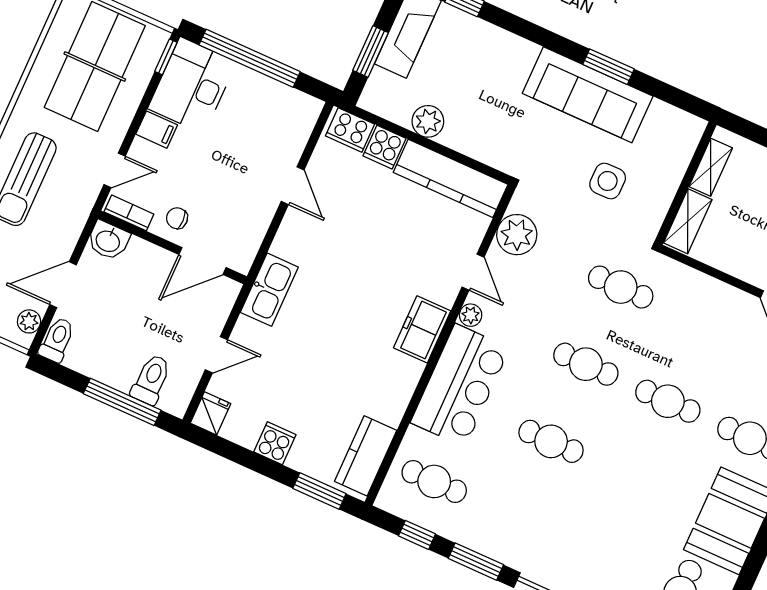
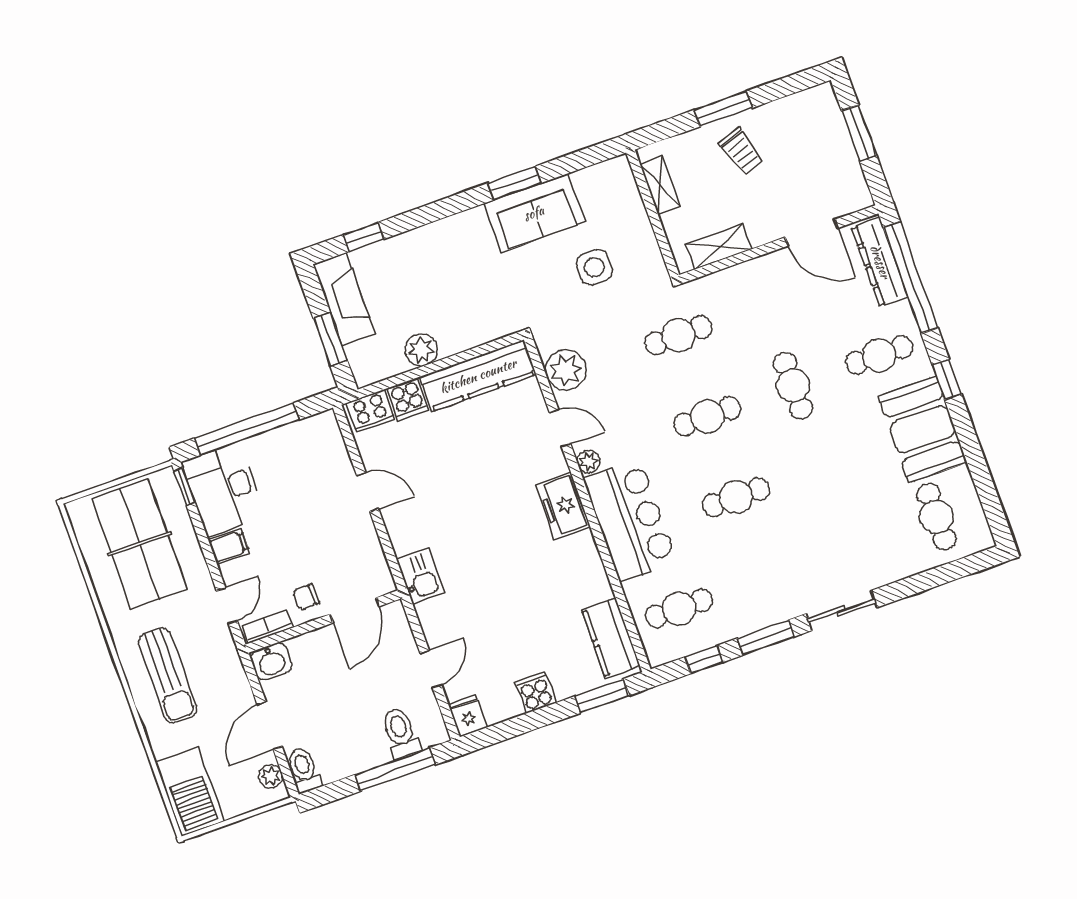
sofa: (588, 95) -> (534, 213), width x0.73
shelving: (688, 221) -> (719, 246), moved, turned 90
kitchen sink: (269, 290) -> (421, 576), width x0.73
cafe table: (668, 401) -> (793, 386), turned 90

